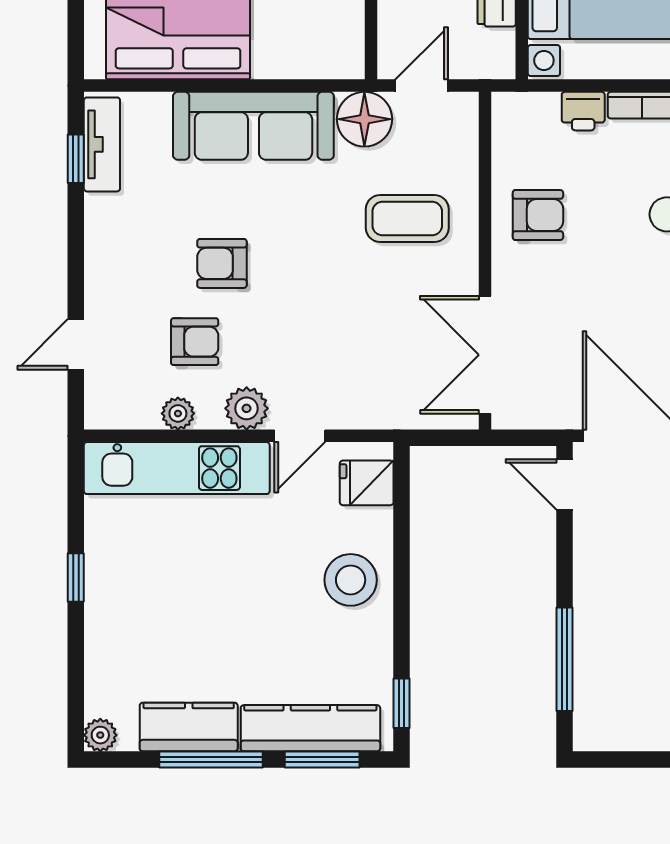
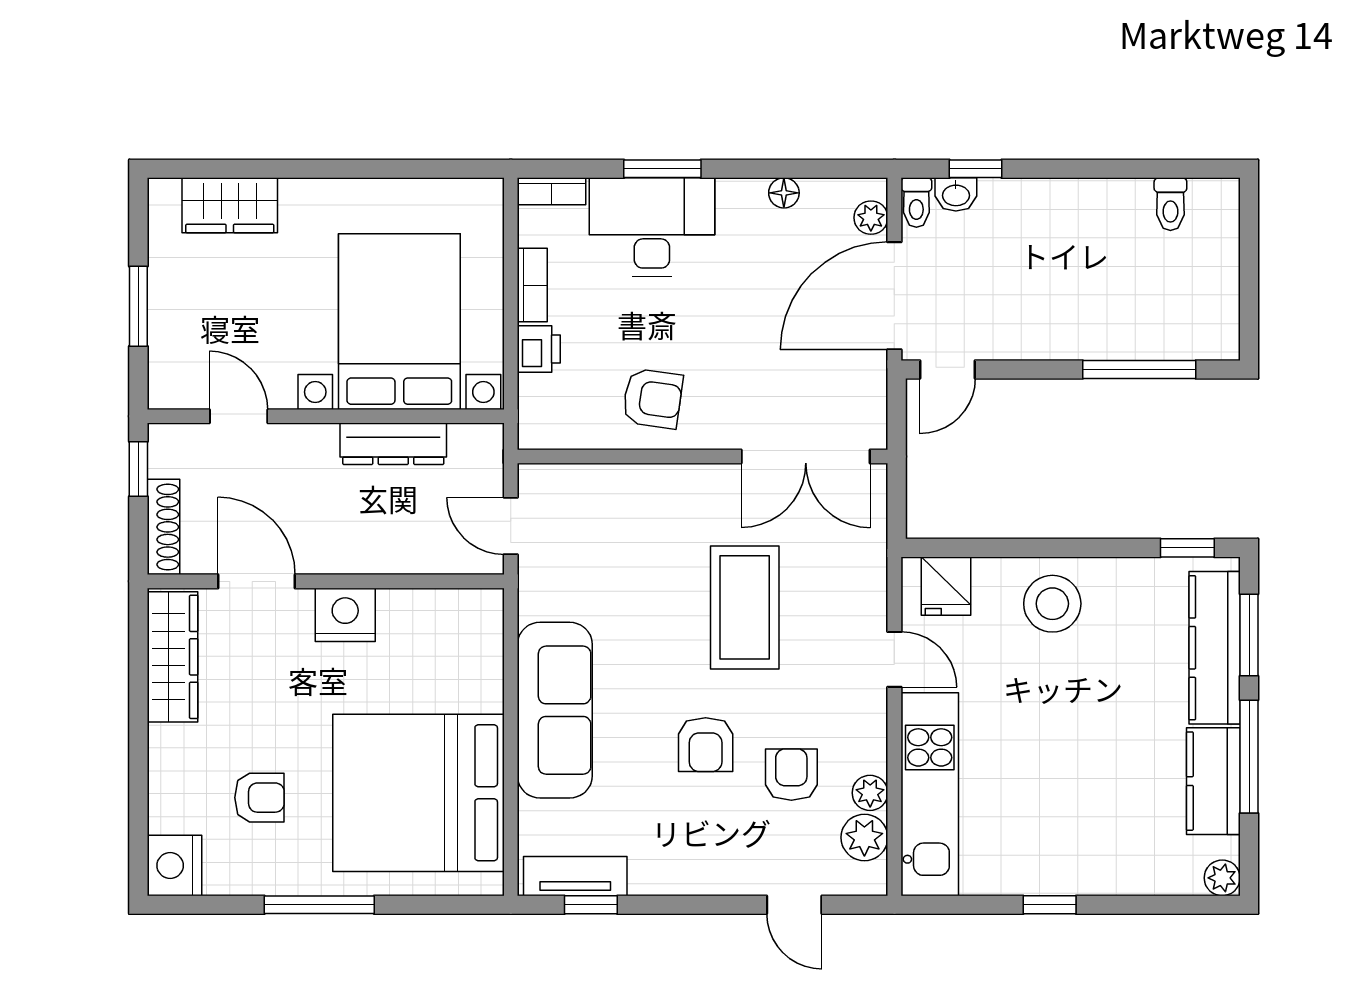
floor lamp: (364, 119) -> (548, 589), removed
armchair: (538, 215) -> (653, 399), turned 98
coffee table: (407, 219) -> (745, 607), moved, width x1.36, depth x1.32
plant: (247, 408) -> (864, 837), moved

